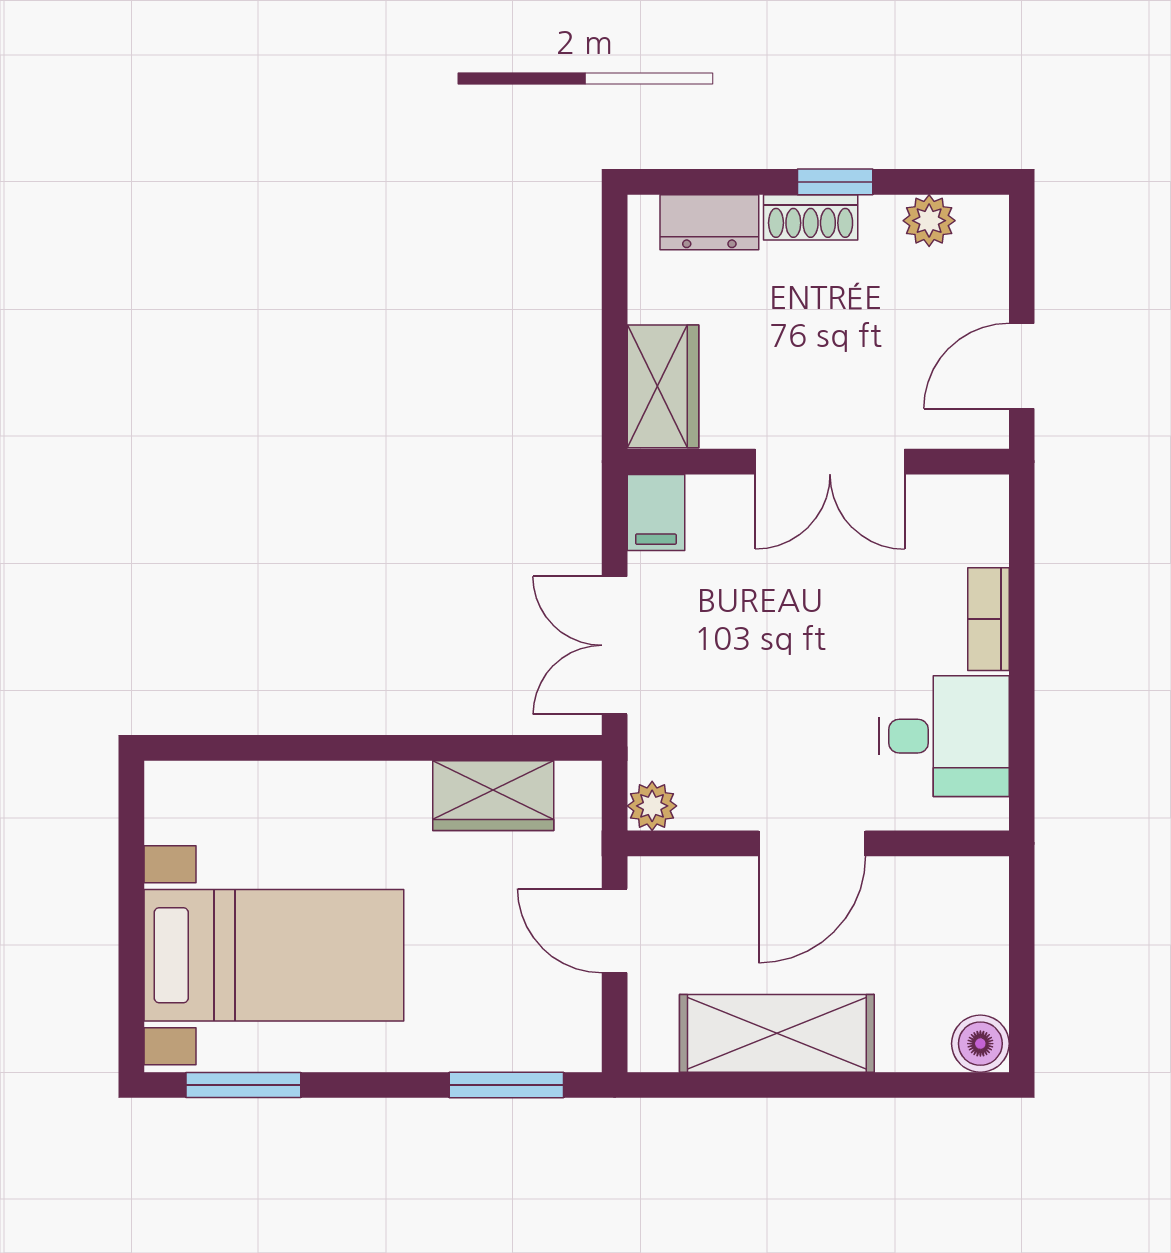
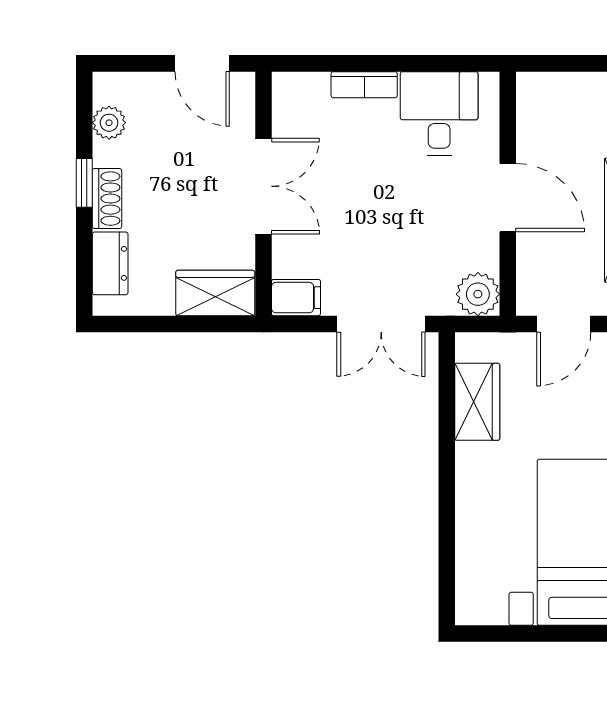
plant: (652, 806) -> (478, 294), width x1.38, depth x1.38

